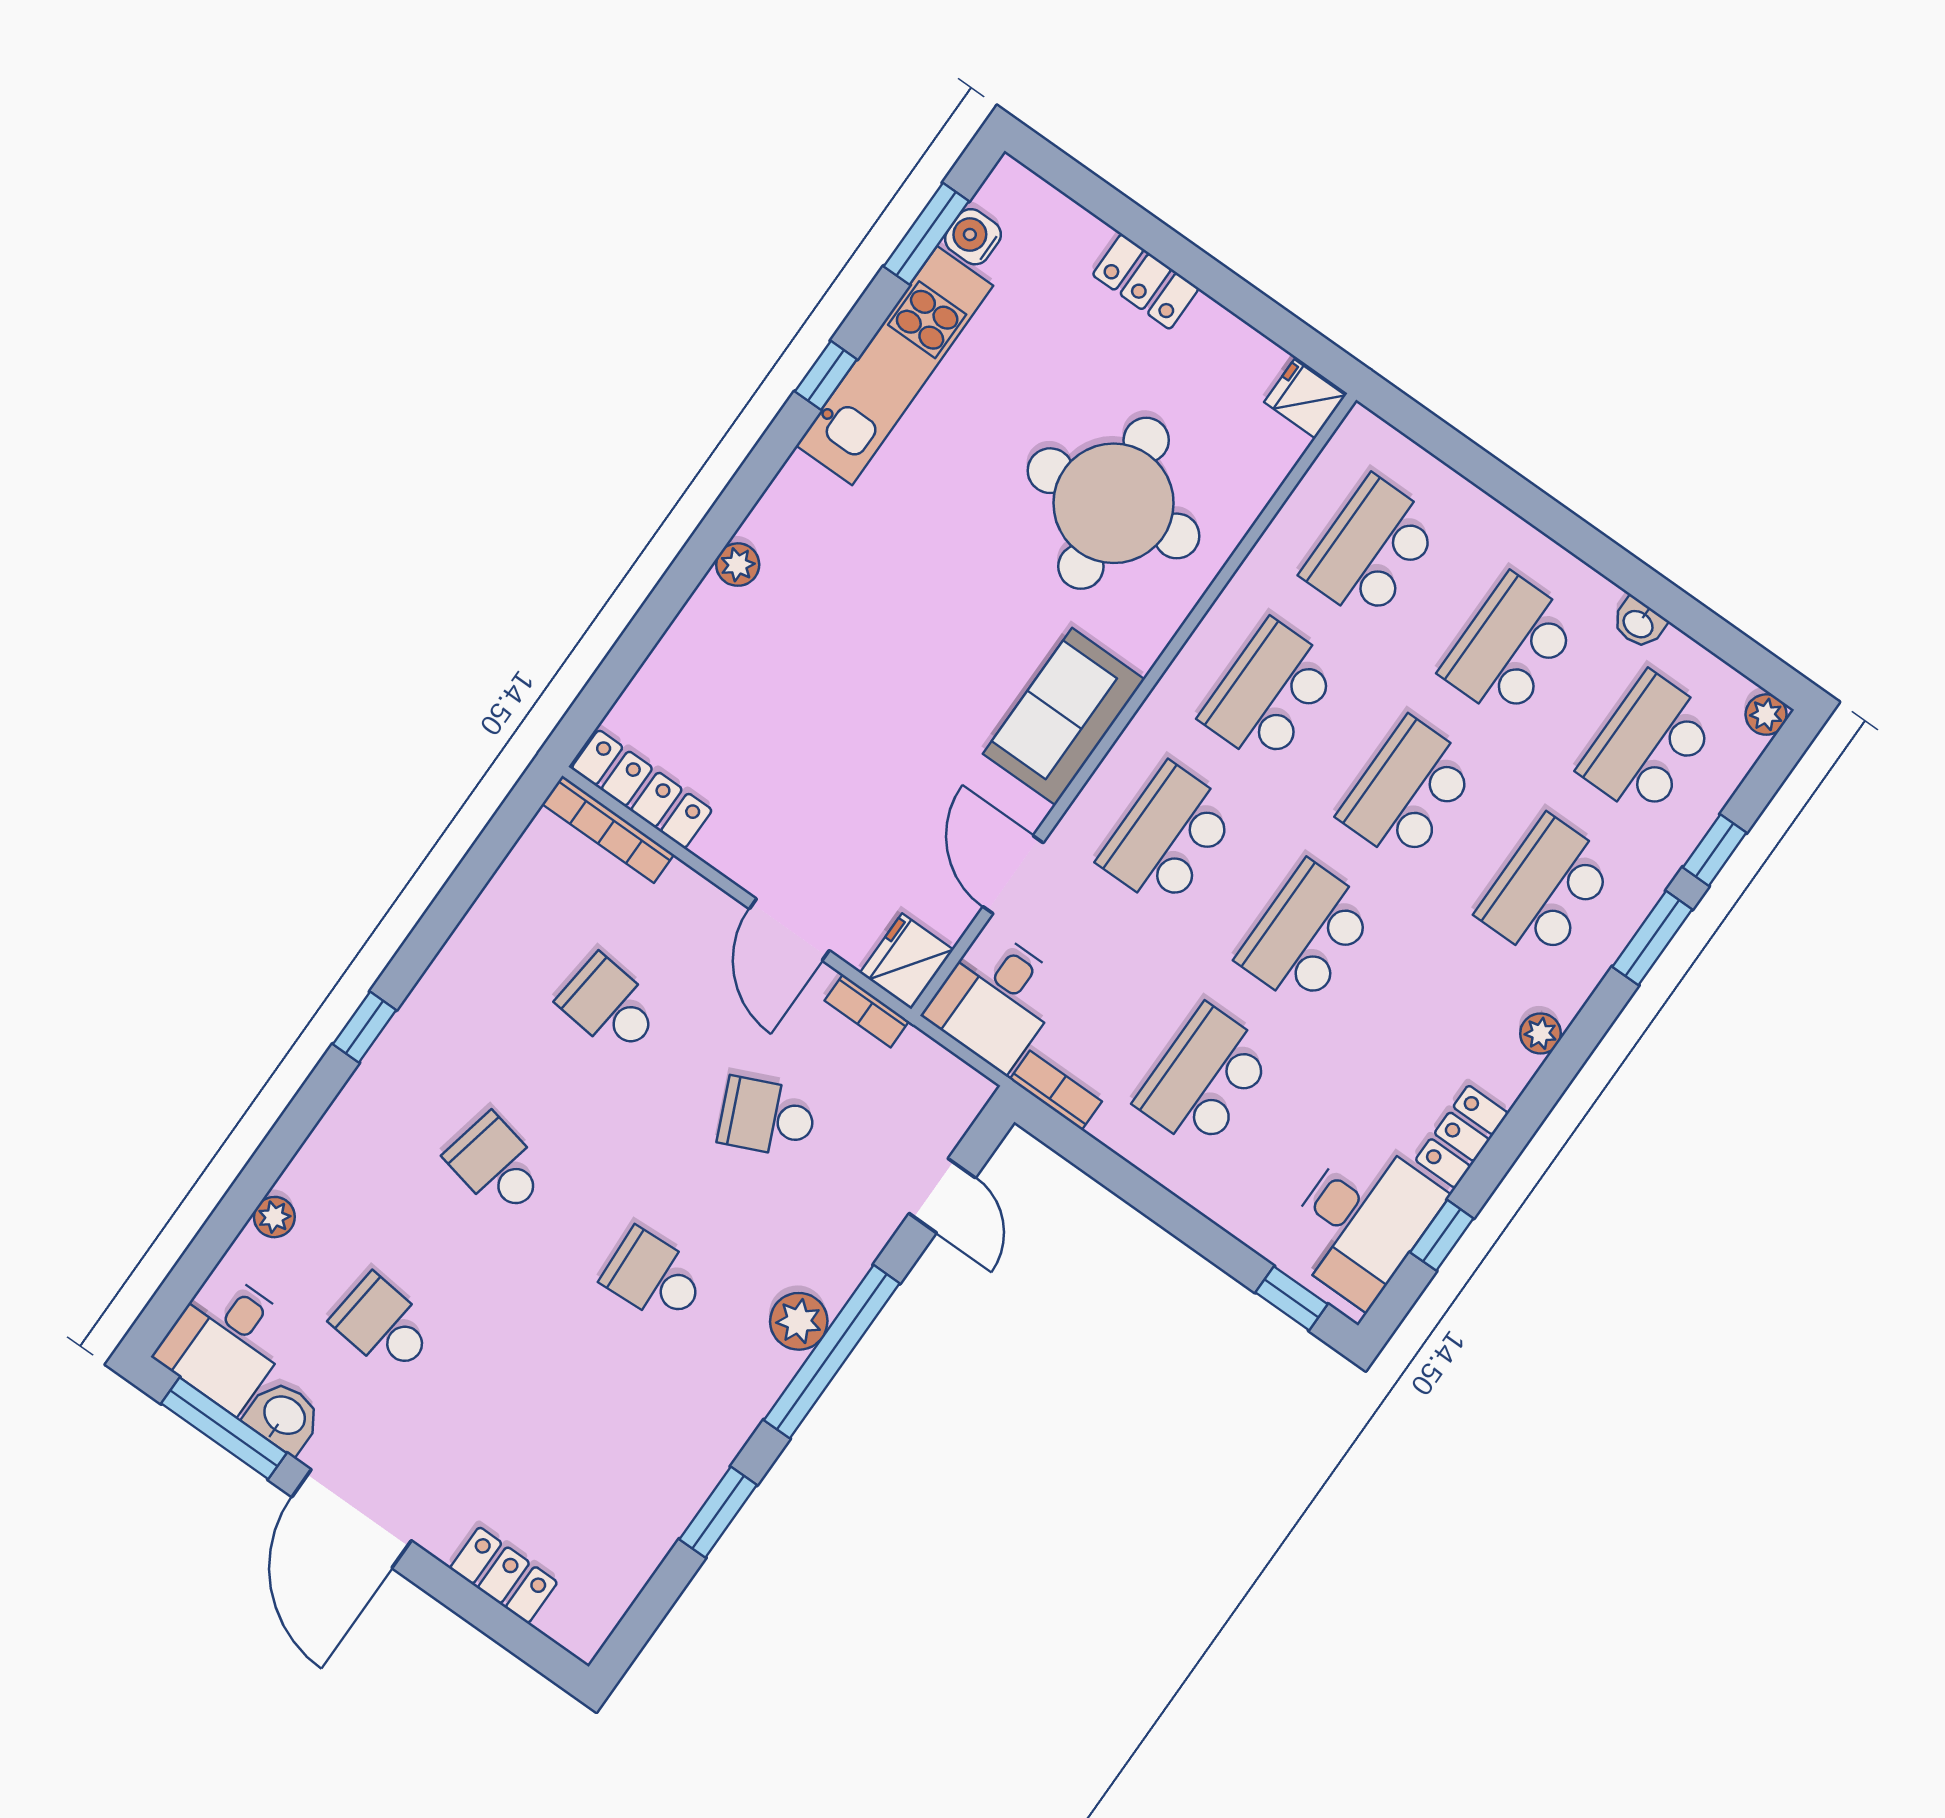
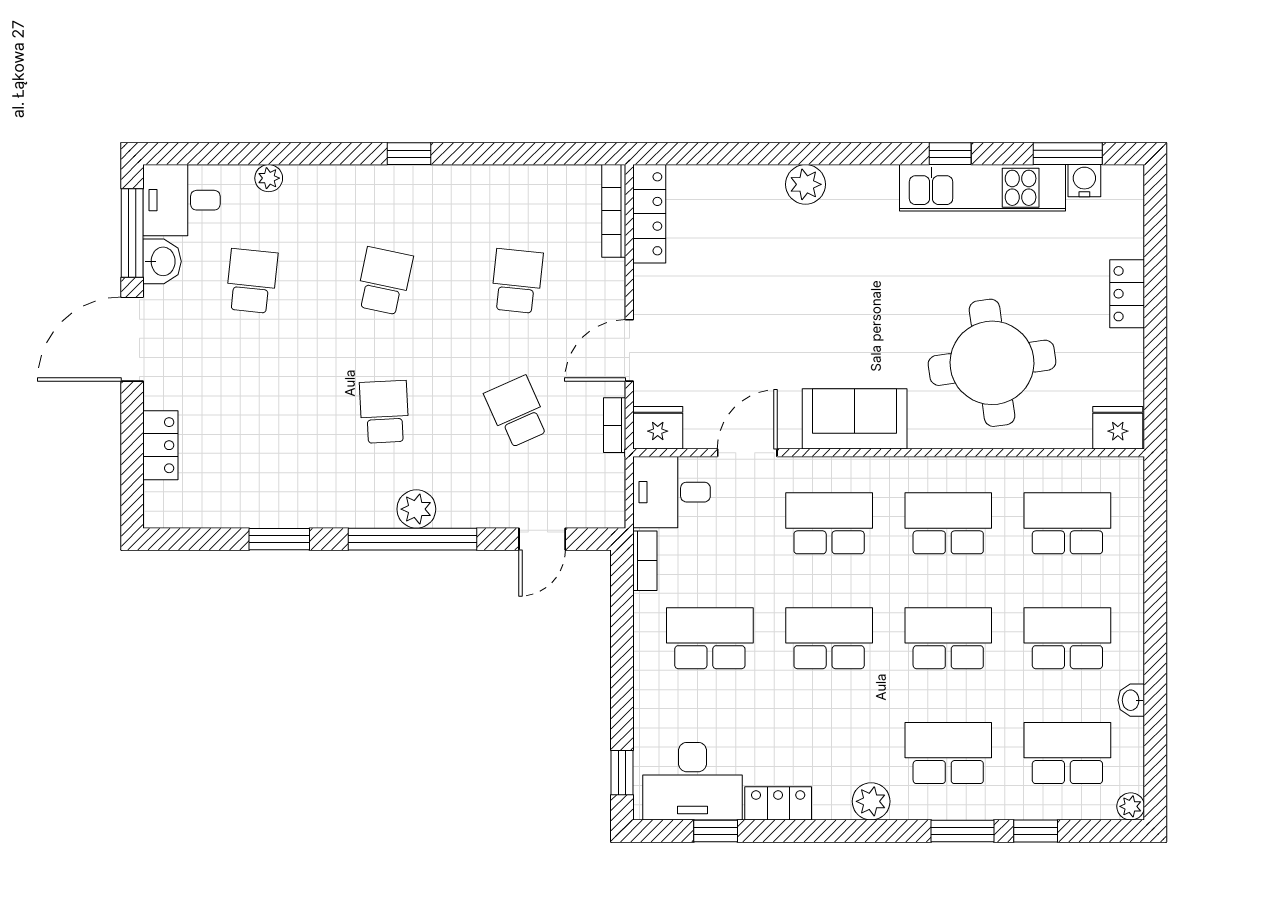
fridge: (1305, 399) -> (1118, 428), width x1.38
plant: (738, 565) -> (805, 184), width x1.38, depth x1.38
plant: (1540, 1033) -> (871, 801), width x1.38, depth x1.38

